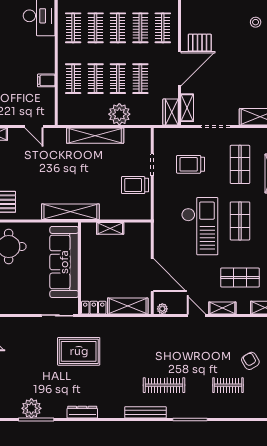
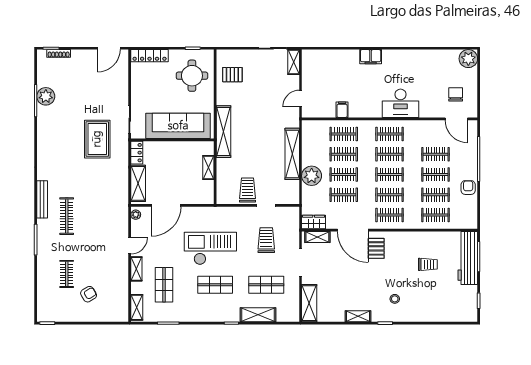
checkout: (200, 226) -> (210, 248), turned 180
dresser: (82, 412) -> (42, 142), removed

